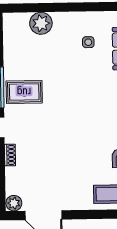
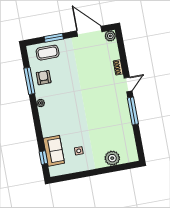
rug: (24, 92) -> (116, 111), removed
window: (97, 214) -> (54, 38), added

